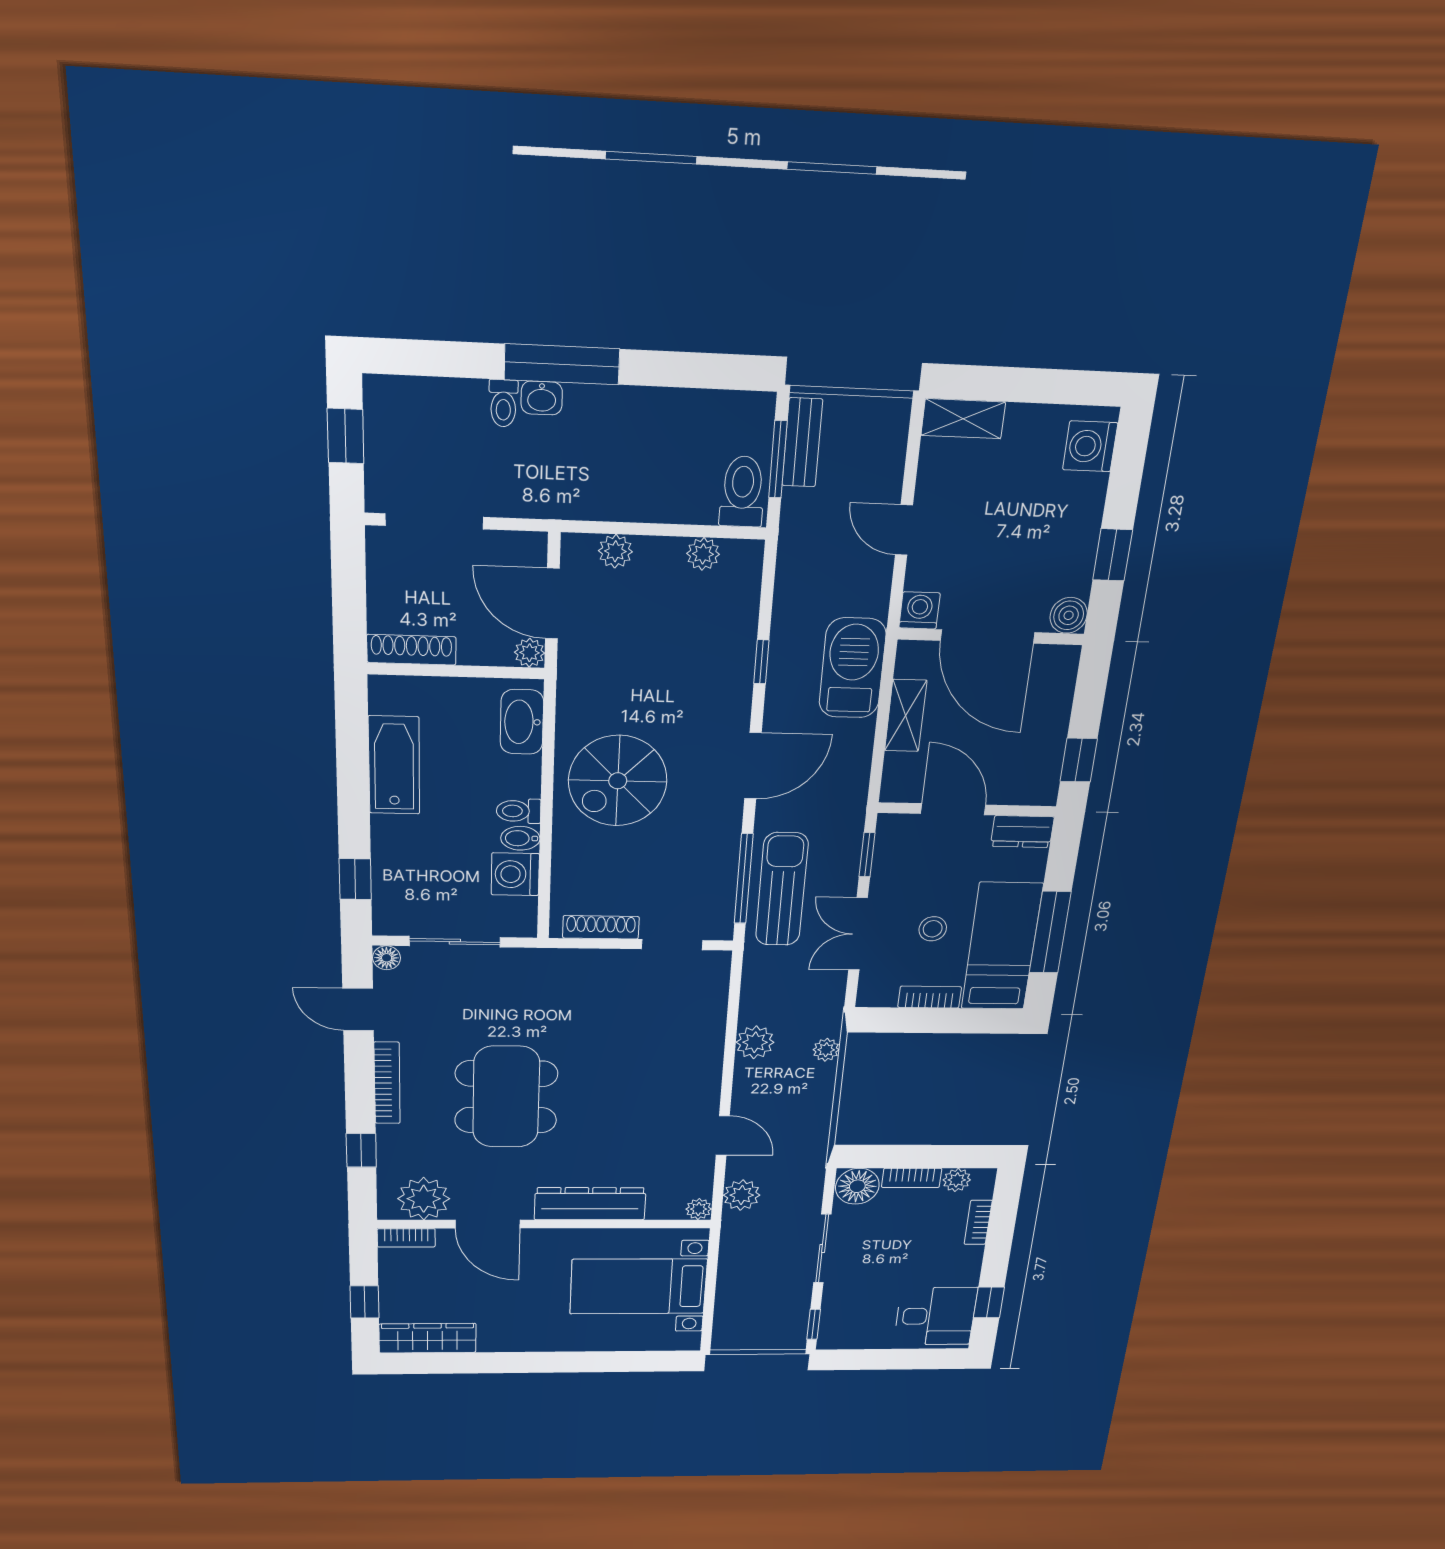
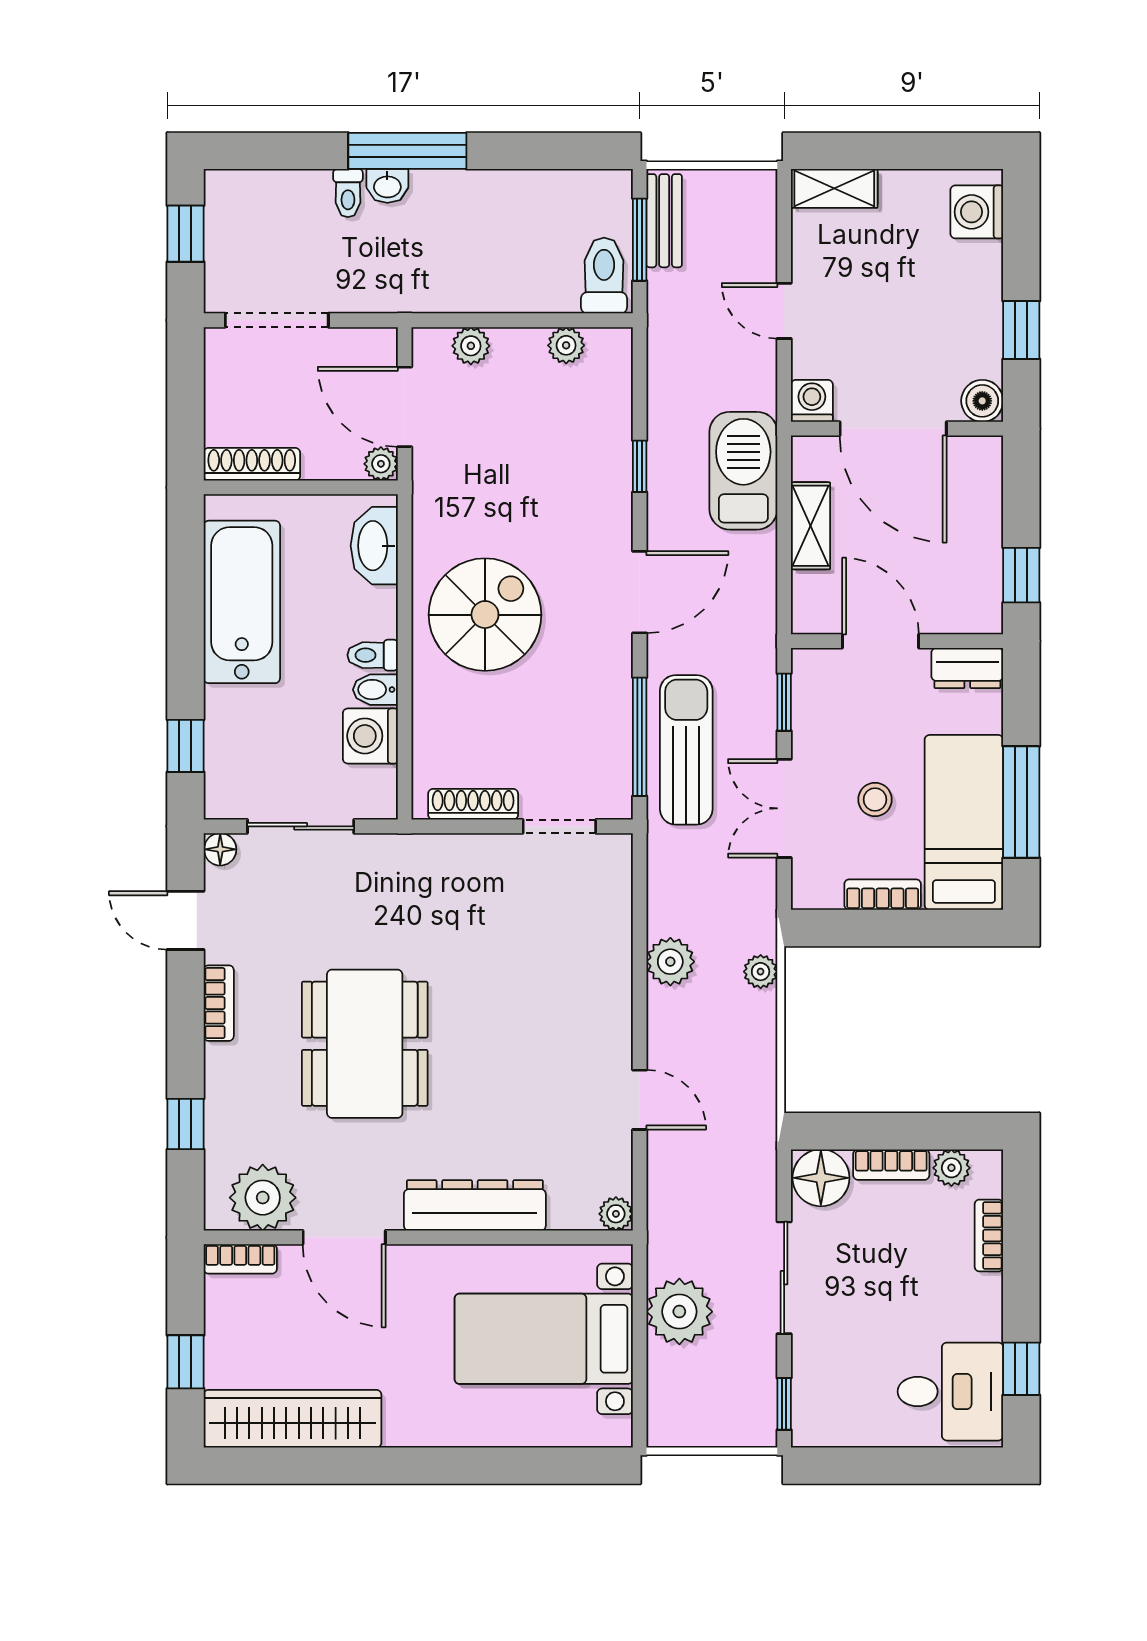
bathtub: (394, 765) -> (242, 602), width x1.36, depth x1.36
spiral stairs: (618, 781) -> (485, 615), turned 180
bookcase: (387, 1083) -> (219, 1003), width x0.64
plant: (742, 1195) -> (679, 1312), moved, width x1.36, depth x1.36
wardrobe: (428, 1338) -> (292, 1419), width x1.40, depth x1.17

